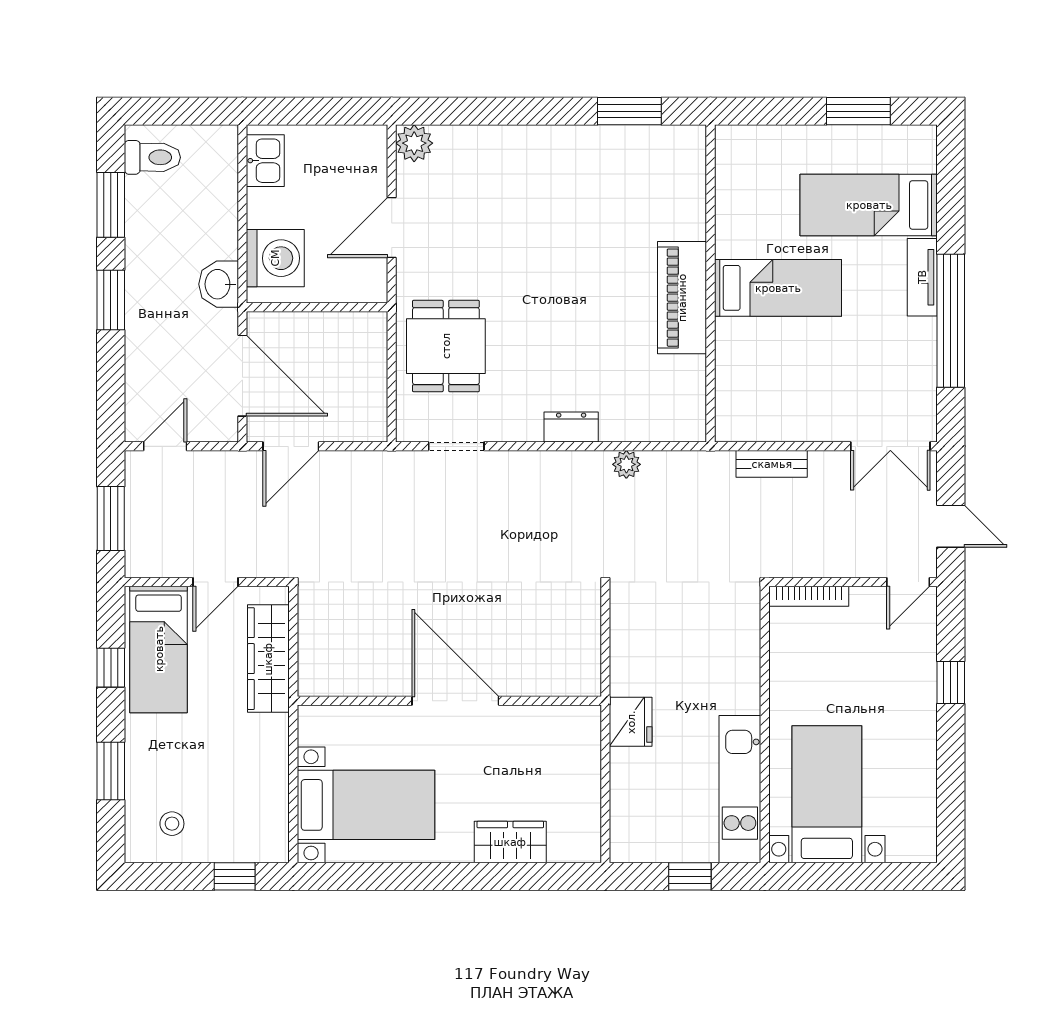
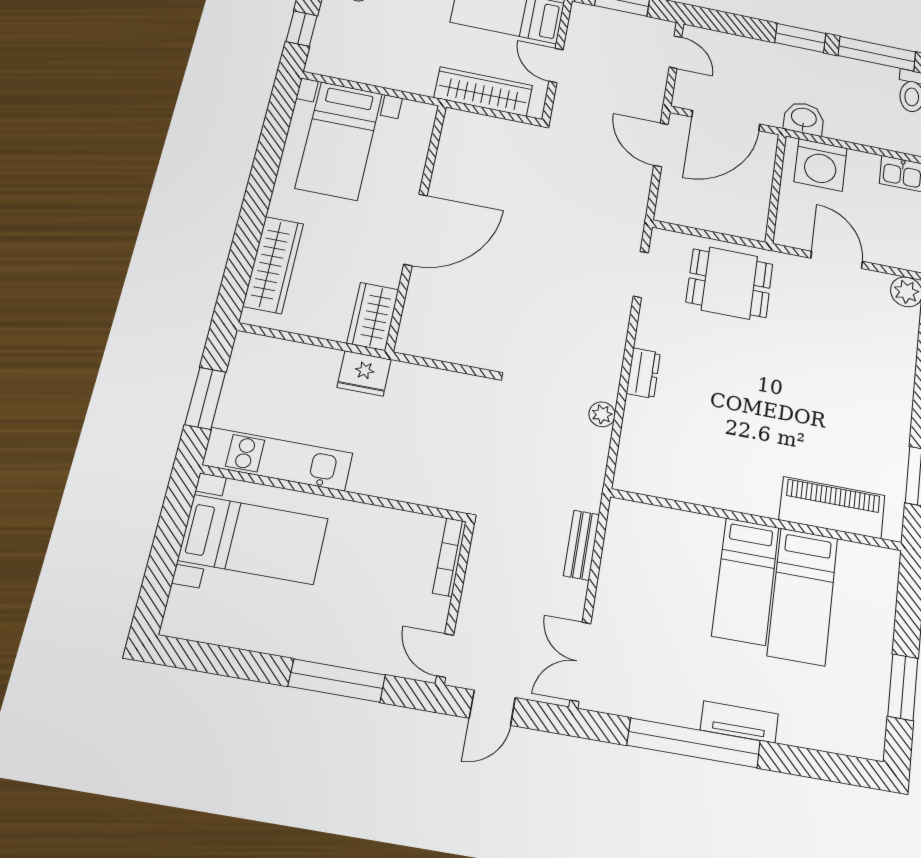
window: (111, 205) -> (877, 54), width x1.44
bed: (869, 205) -> (803, 596), moved, turned 180
piano: (682, 298) -> (832, 508), moved
window: (951, 682) -> (337, 681), width x2.17
wardrobe: (565, 726) -> (373, 316), added
wardrobe: (510, 842) -> (273, 265), width x1.50
window: (690, 876) -> (205, 398), width x1.50

